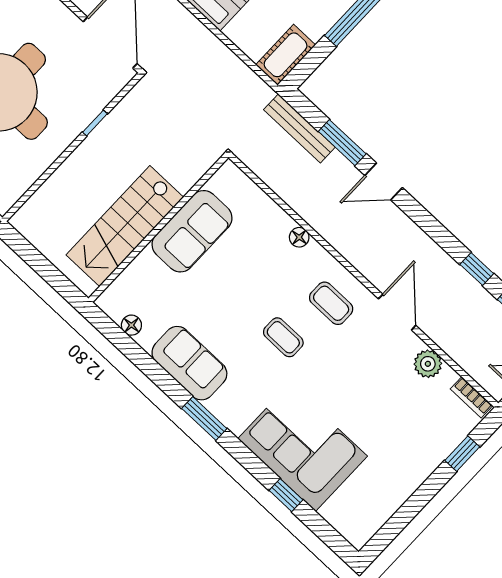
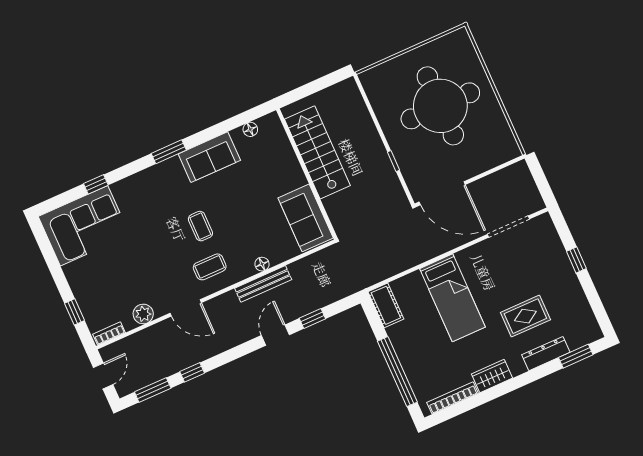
bench: (299, 128) -> (263, 284), moved
window: (342, 143) -> (312, 319), width x0.67
sofa: (192, 231) -> (306, 218), moved
coffee table: (283, 337) -> (200, 226), turned 90
corner sofa: (303, 447) -> (84, 226), moved

